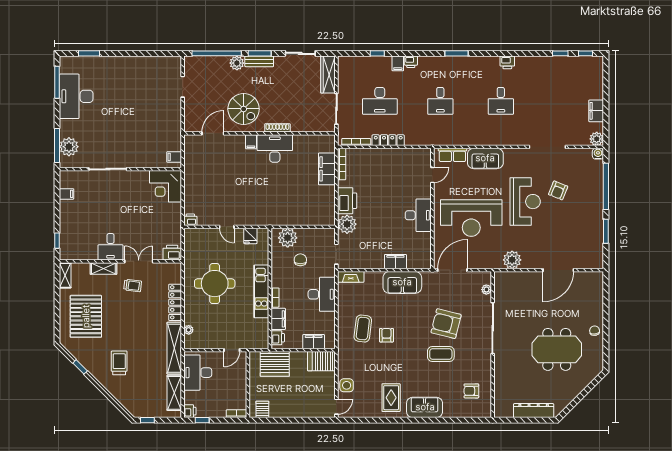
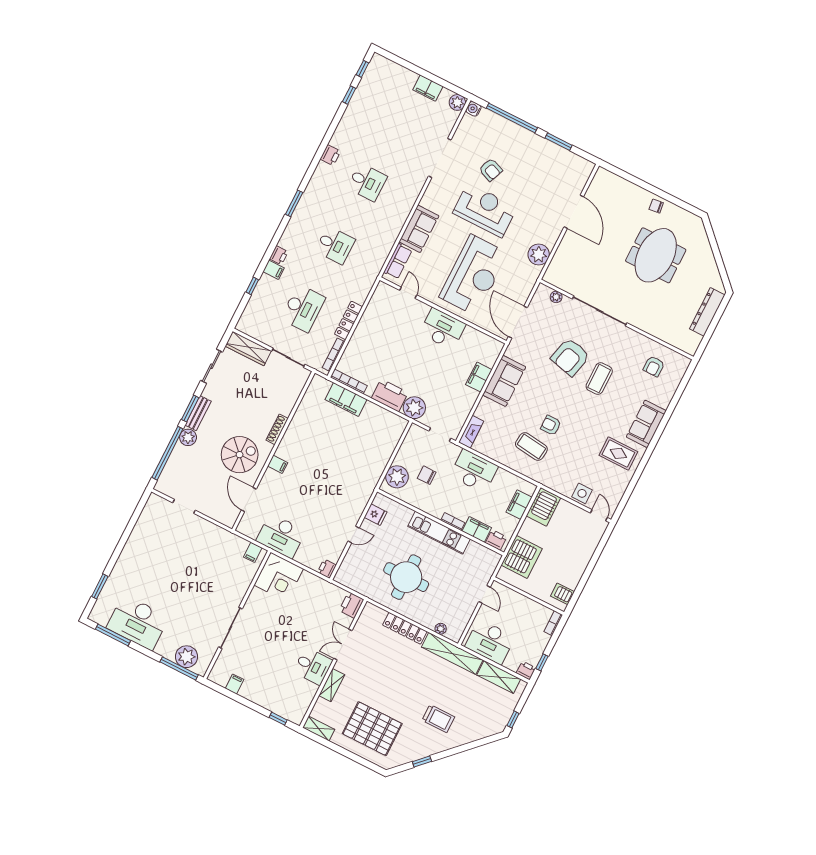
desk: (275, 148) -> (281, 536), moved, turned -90
trolley: (133, 286) -> (365, 664), removed
trolley: (119, 363) -> (438, 719), turned 180

